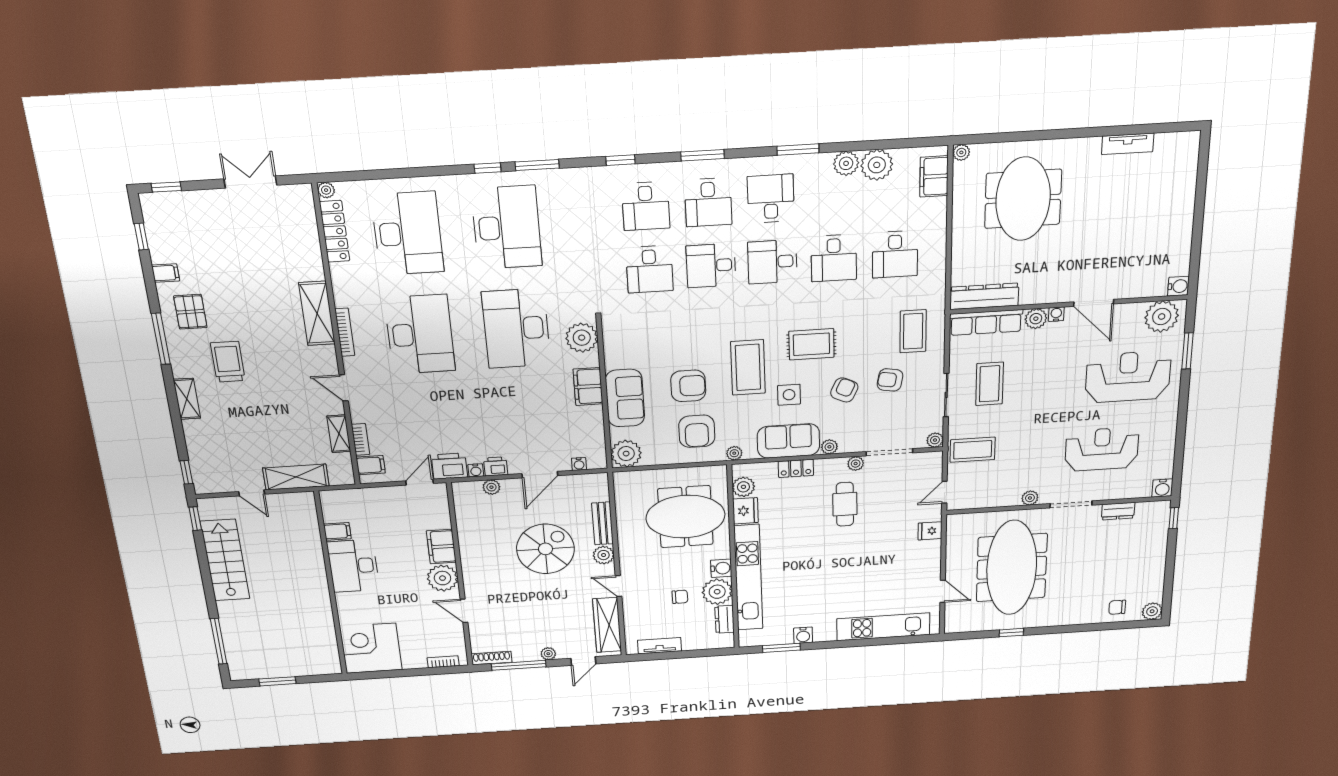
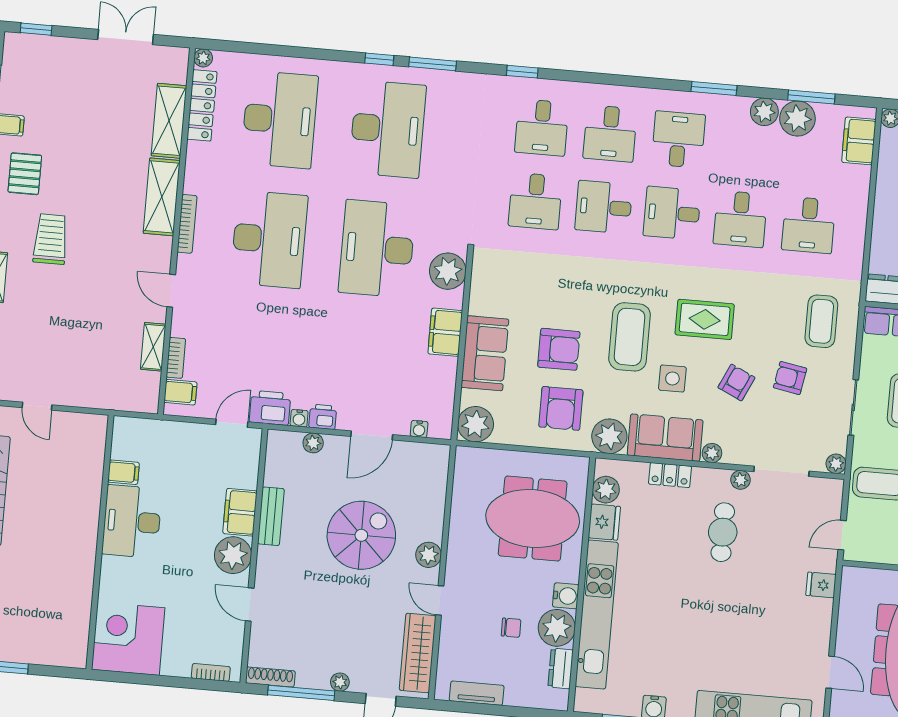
window: (702, 155) -> (811, 97), moved
plant: (734, 453) -> (609, 436), width x1.88, depth x1.88
shelving: (296, 477) -> (169, 121), moved, turned 90
bench: (603, 523) -> (271, 516), moved

